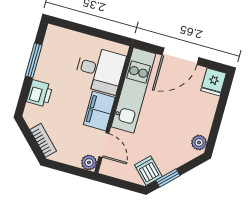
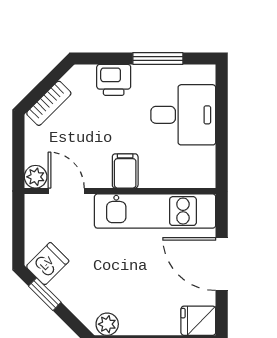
desk: (100, 70) -> (183, 115), moved, turned -90
filing cabinet: (99, 111) -> (125, 171), width x0.50
door: (104, 145) -> (66, 191), swing flipped

